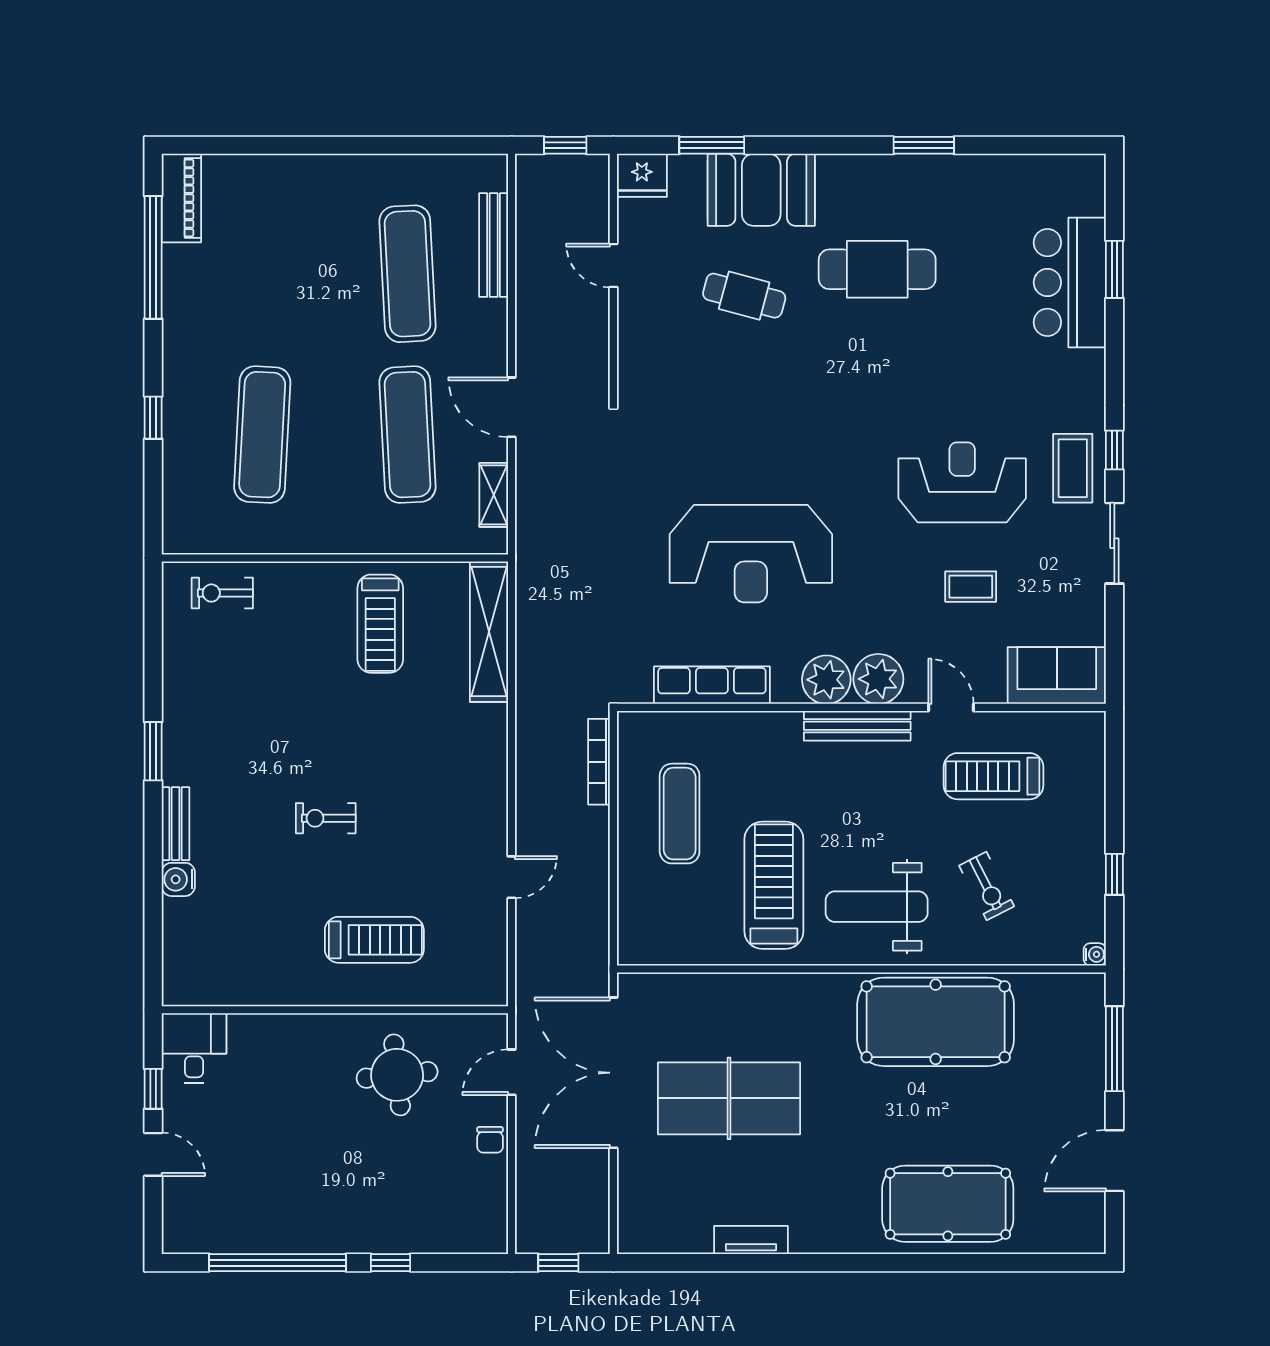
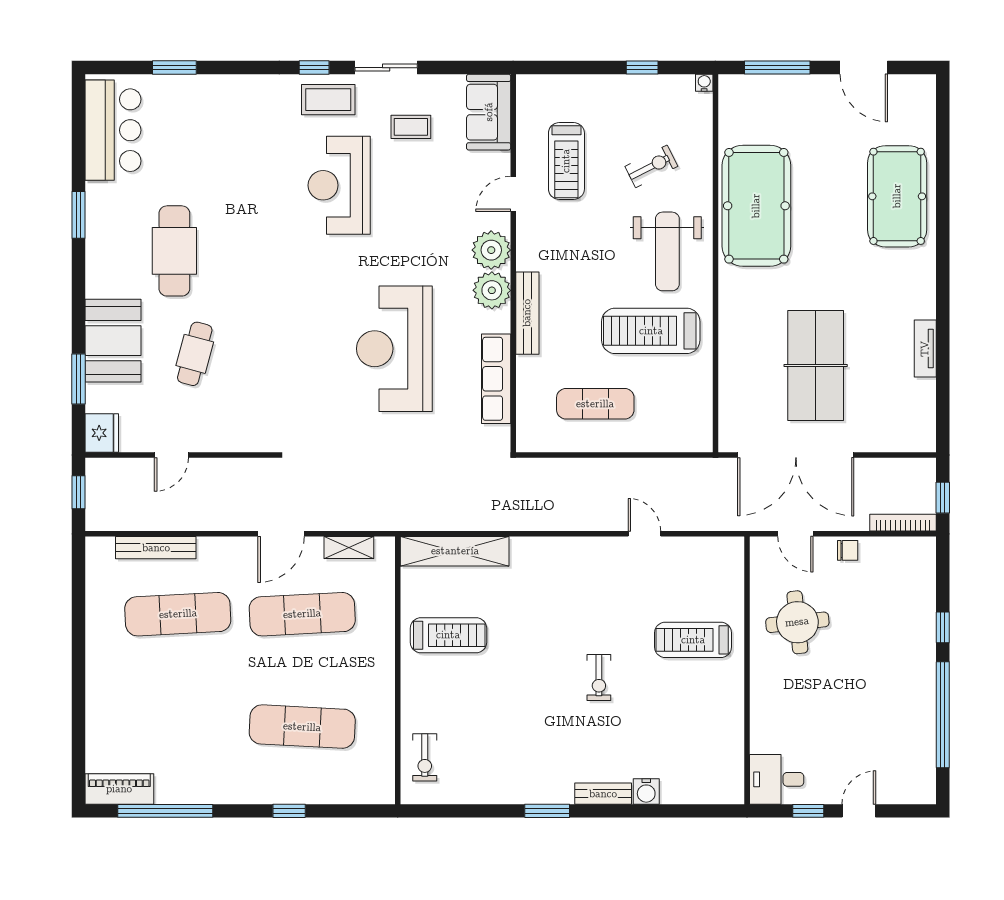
bar counter: (1070, 282) -> (113, 130), moved, turned -90
reception desk: (751, 554) -> (394, 349), turned 180
coffee table: (971, 587) -> (411, 127), moved, turned 90
bench: (857, 726) -> (527, 313), moved
bookcase: (599, 762) -> (903, 523), moved, turned 180
treadmill: (374, 940) -> (693, 640), turned -90

